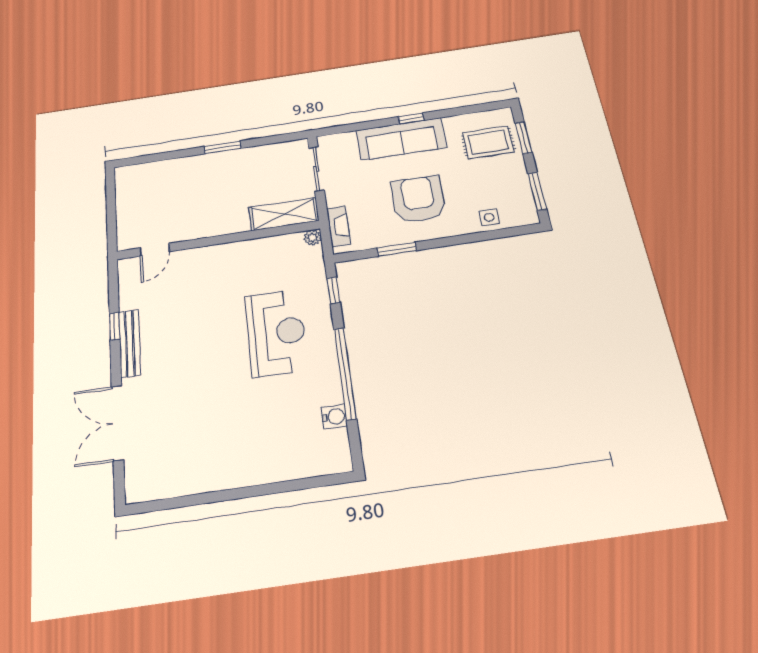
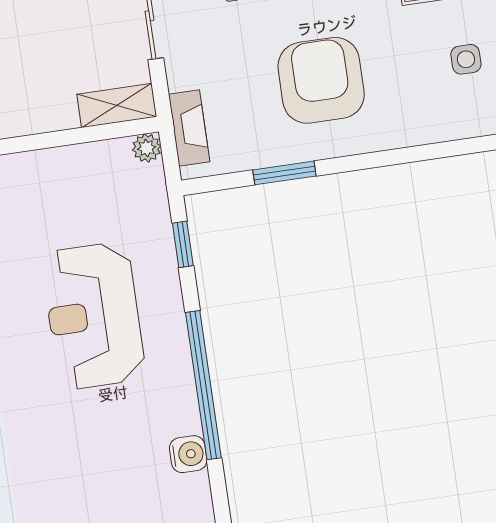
shelving: (284, 214) -> (117, 105), width x0.67, depth x0.75
side table: (489, 217) -> (466, 59), moved
reception desk: (276, 333) -> (93, 316), turned 180

